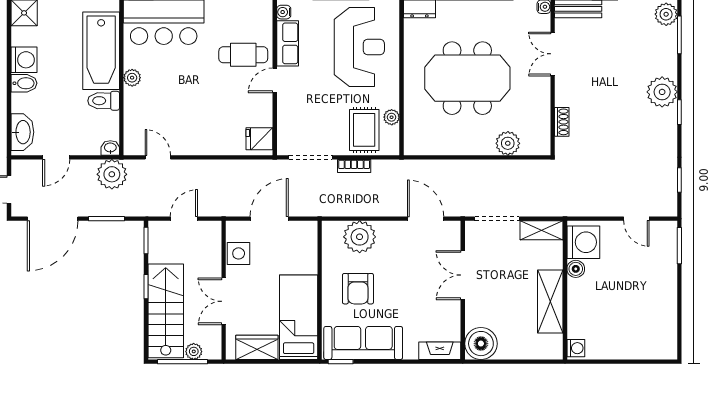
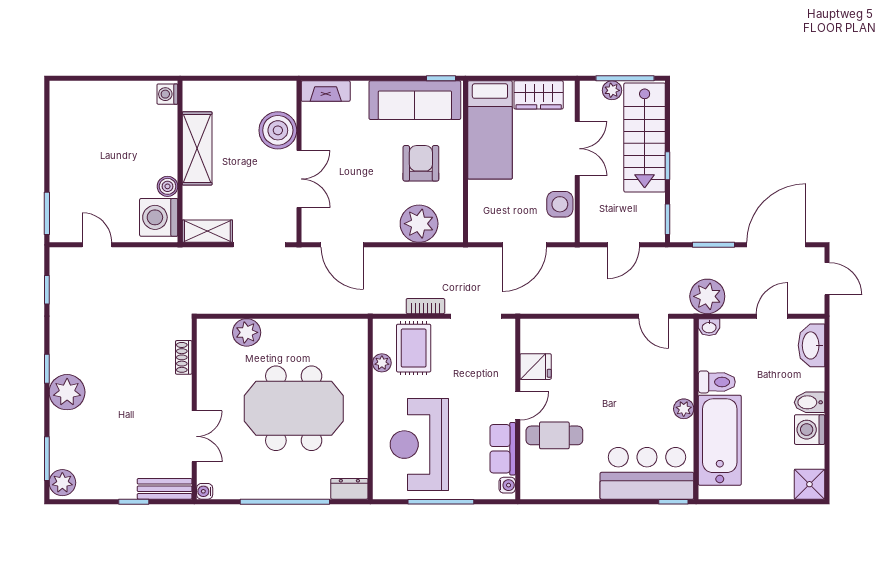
fridge: (259, 139) -> (536, 367), moved
boiler: (481, 344) -> (278, 130), moved

